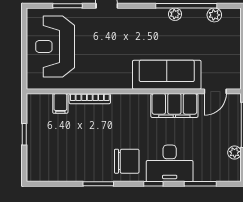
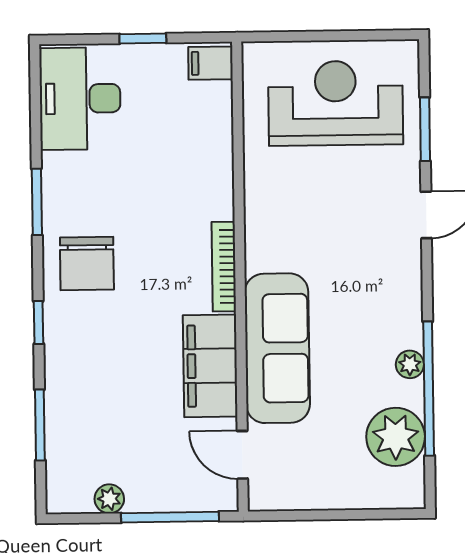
plant: (214, 15) -> (396, 437), width x1.88, depth x1.88
bookcase: (90, 99) -> (224, 267), moved
filing cabinet: (60, 103) -> (210, 63), moved
desk: (170, 163) -> (80, 99), moved

